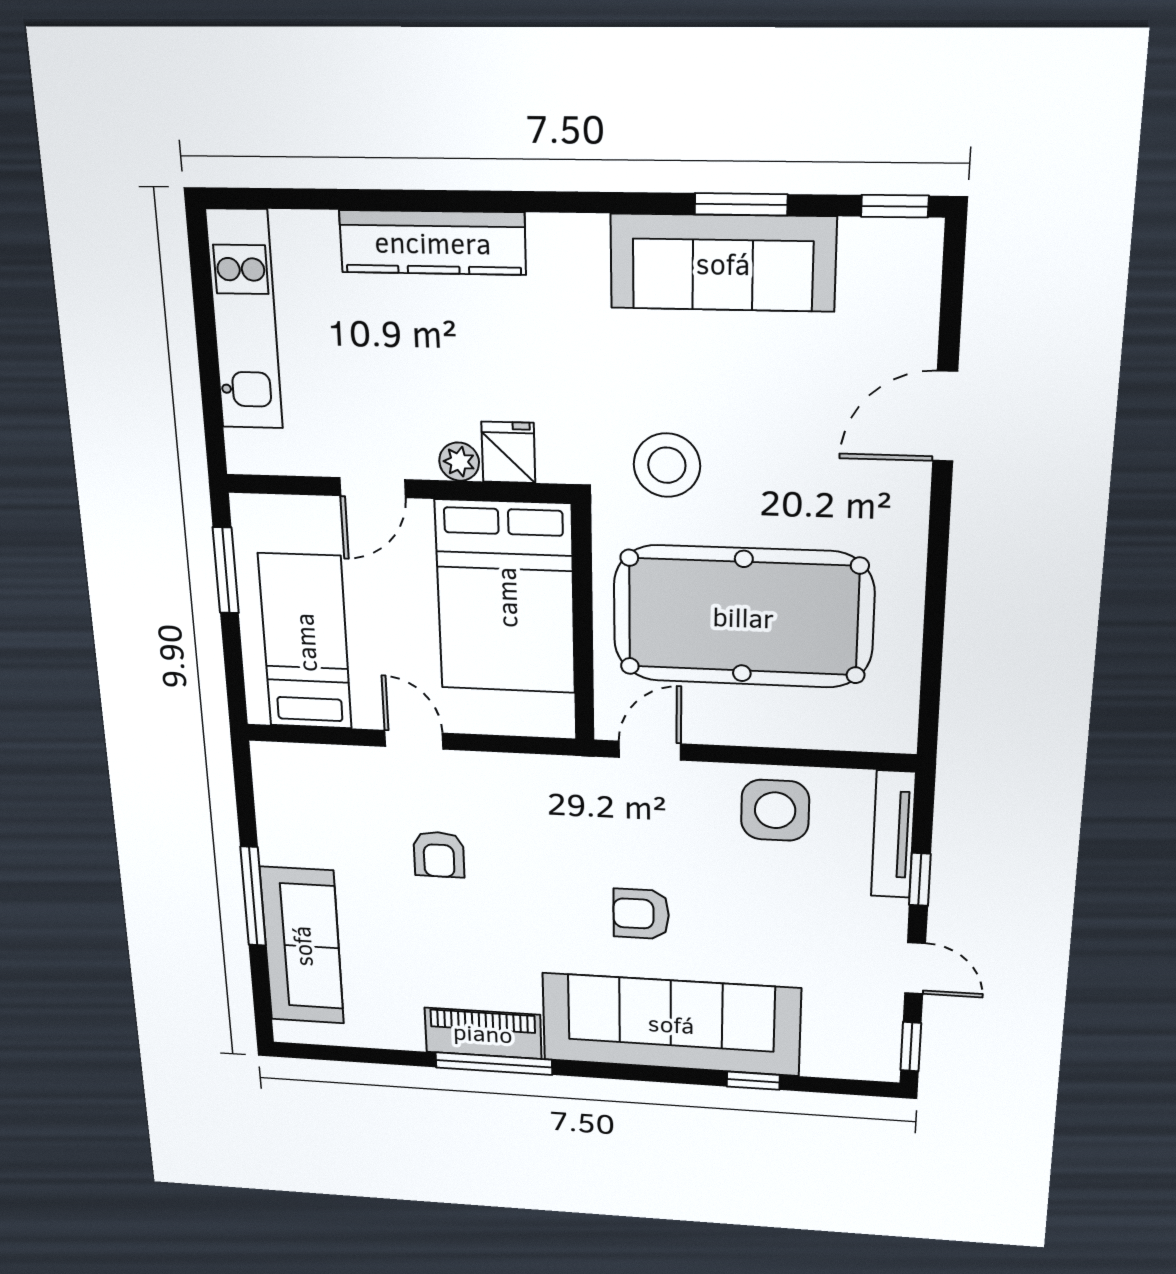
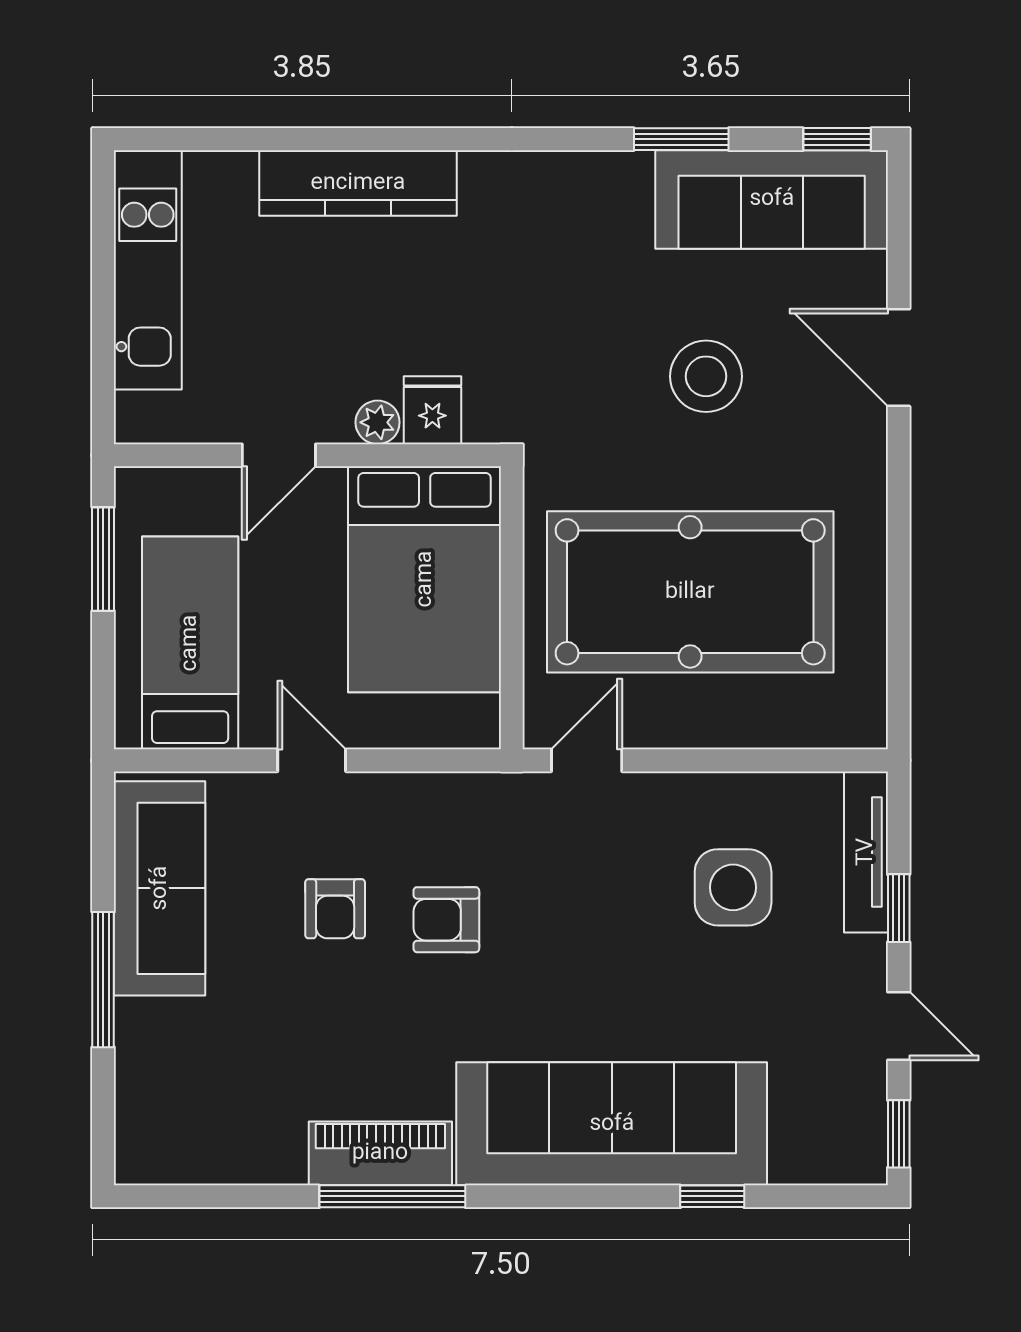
sofa: (723, 263) -> (772, 199), moved
door: (945, 416) -> (899, 358), hinge flipped
stool: (667, 465) -> (706, 376), moved
side table: (775, 810) -> (733, 887), moved
armchair: (641, 914) -> (446, 920), moved
sofa: (302, 946) -> (160, 888), moved

